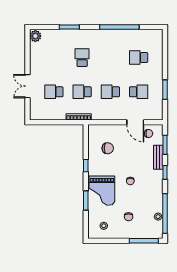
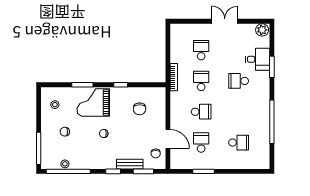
desk: (62, 40) -> (258, 59), added
school desk: (82, 58) -> (239, 81), turned 180
school desk: (139, 58) -> (239, 143), turned 90
double door: (27, 86) -> (225, 21), moved
school desk: (110, 92) -> (201, 112), turned 90
school desk: (139, 92) -> (201, 143), turned 180
door: (135, 122) -> (168, 139), swing flipped

